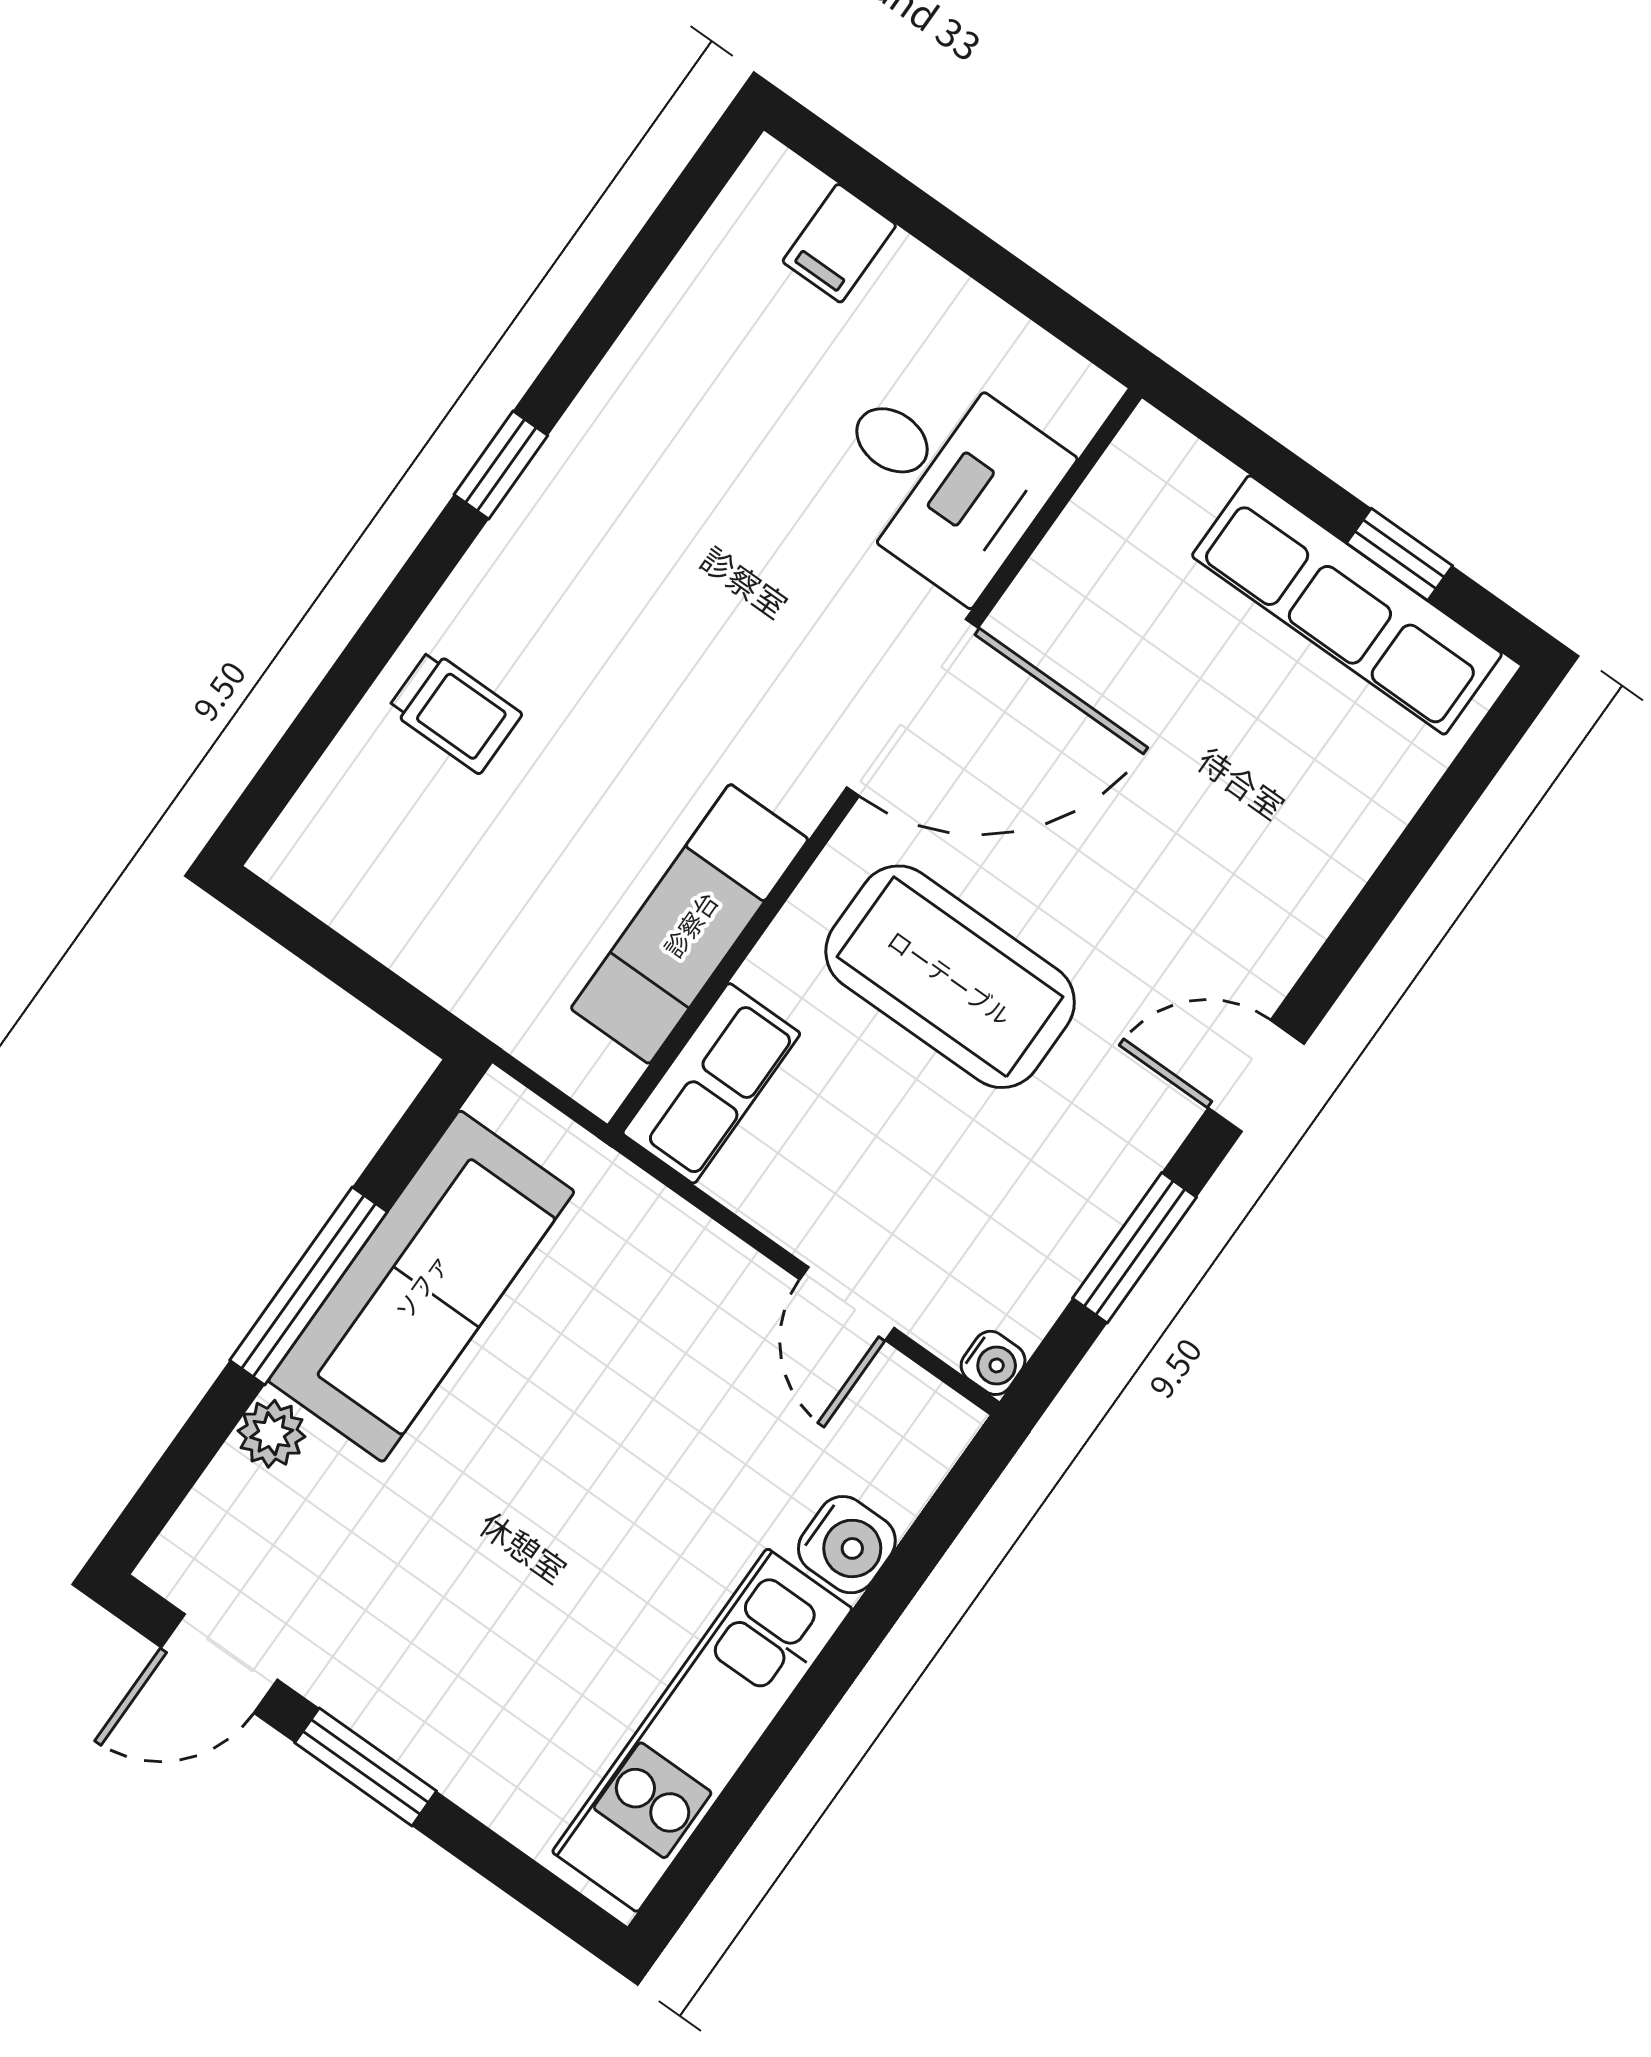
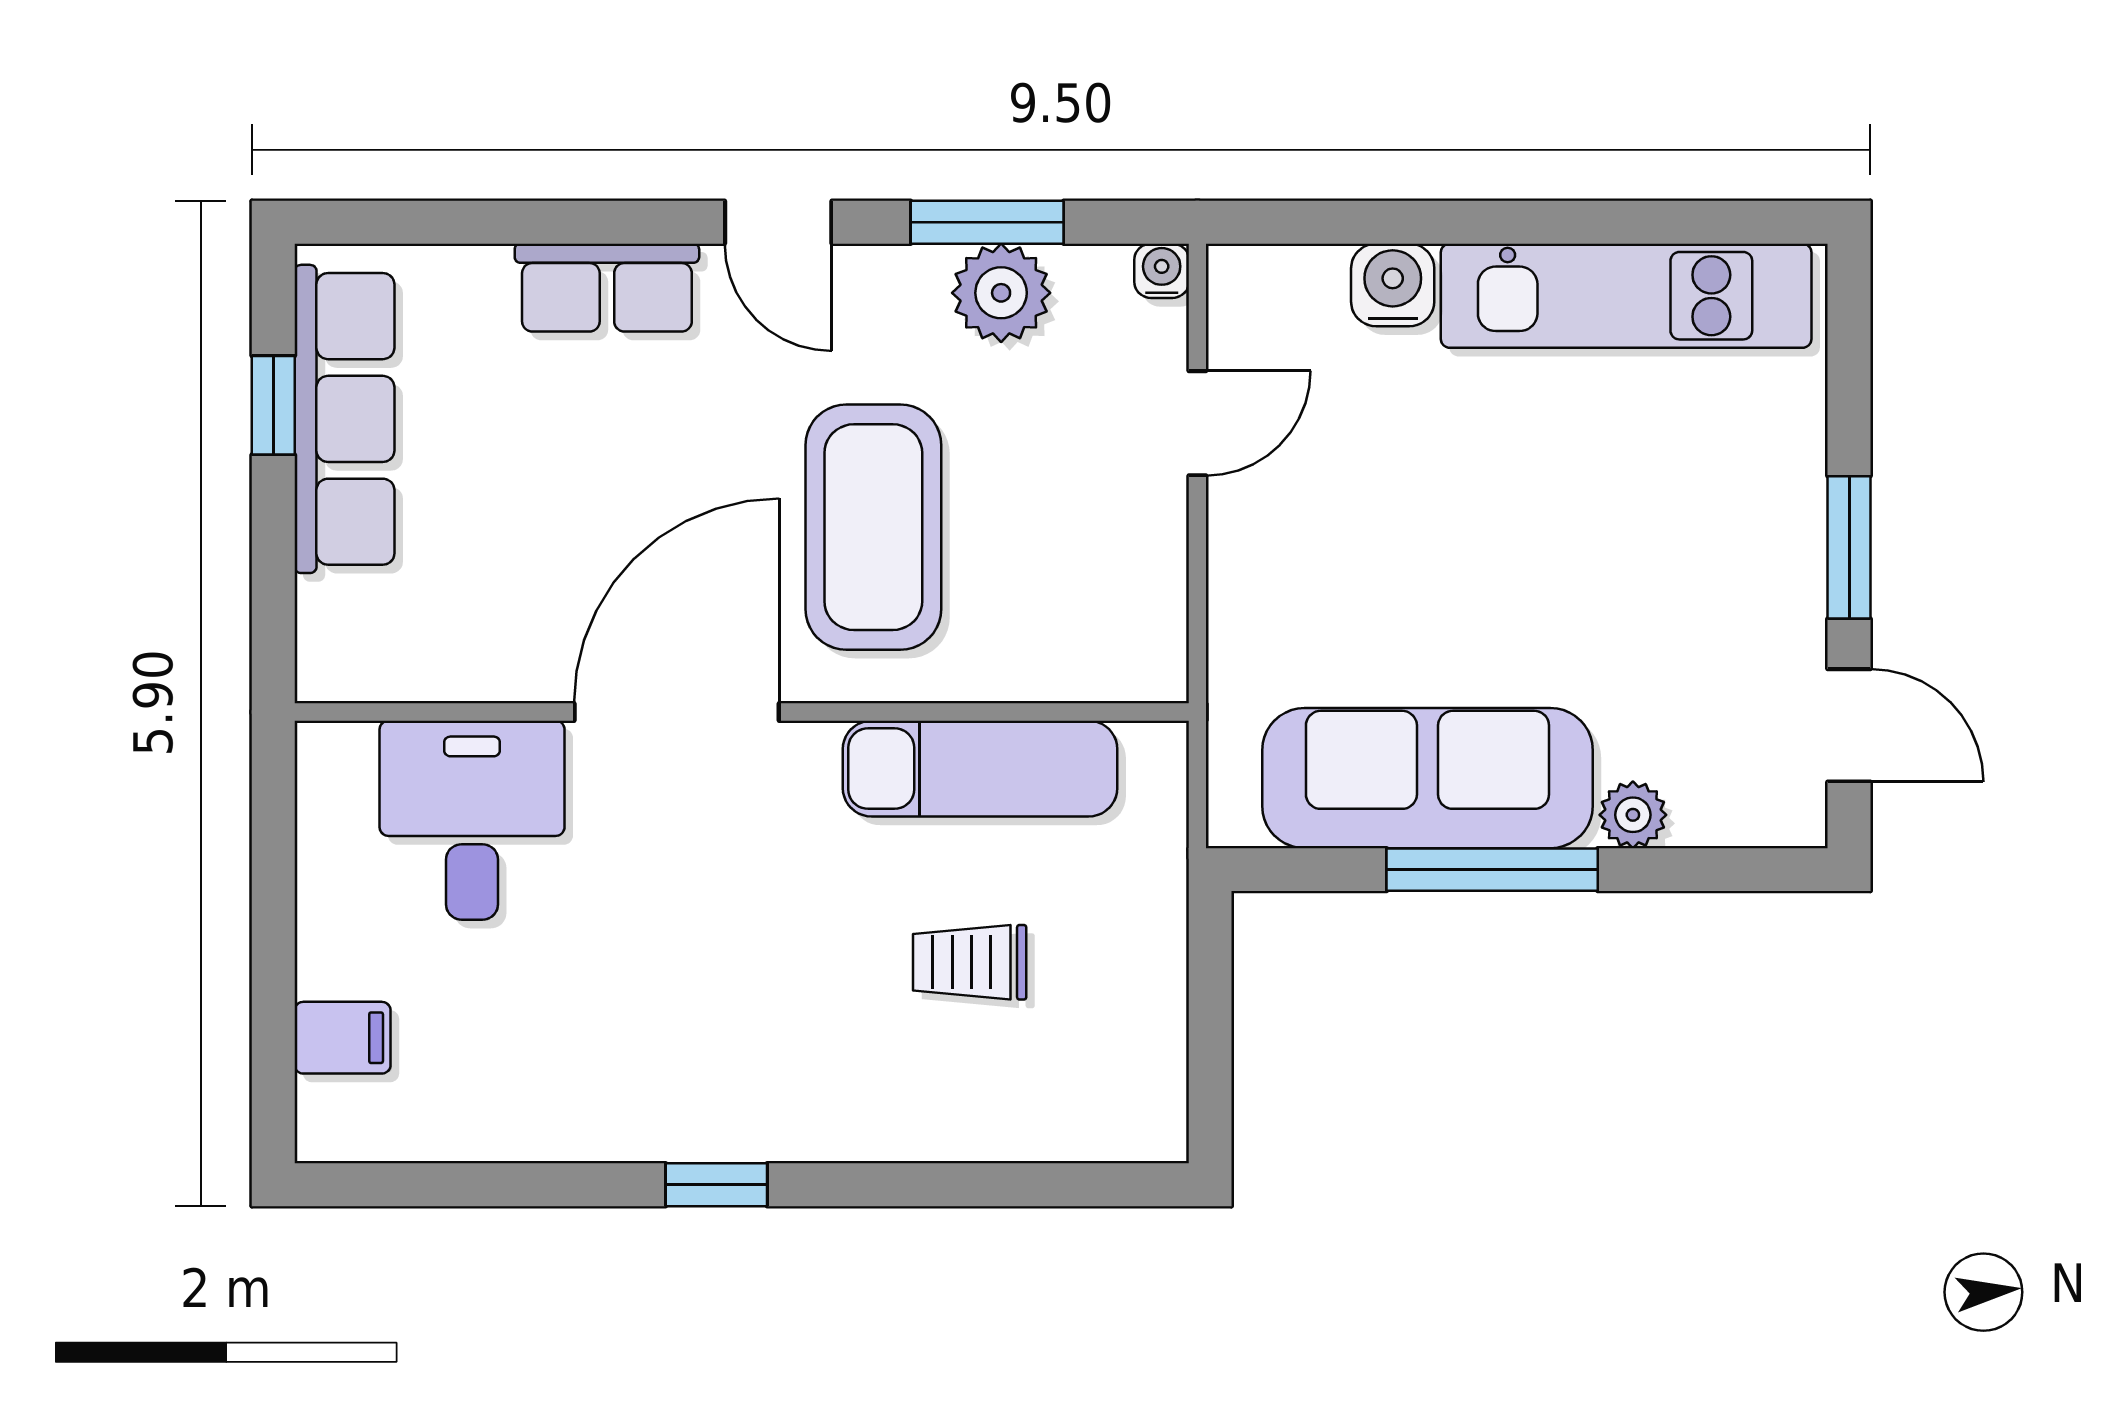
door: (913, 708) -> (677, 712), hinge flipped
trolley: (455, 712) -> (970, 962), moved, turned -90
row of seats: (711, 1083) -> (607, 288), moved, turned 180
plant: (1068, 1218) -> (1001, 293), added

